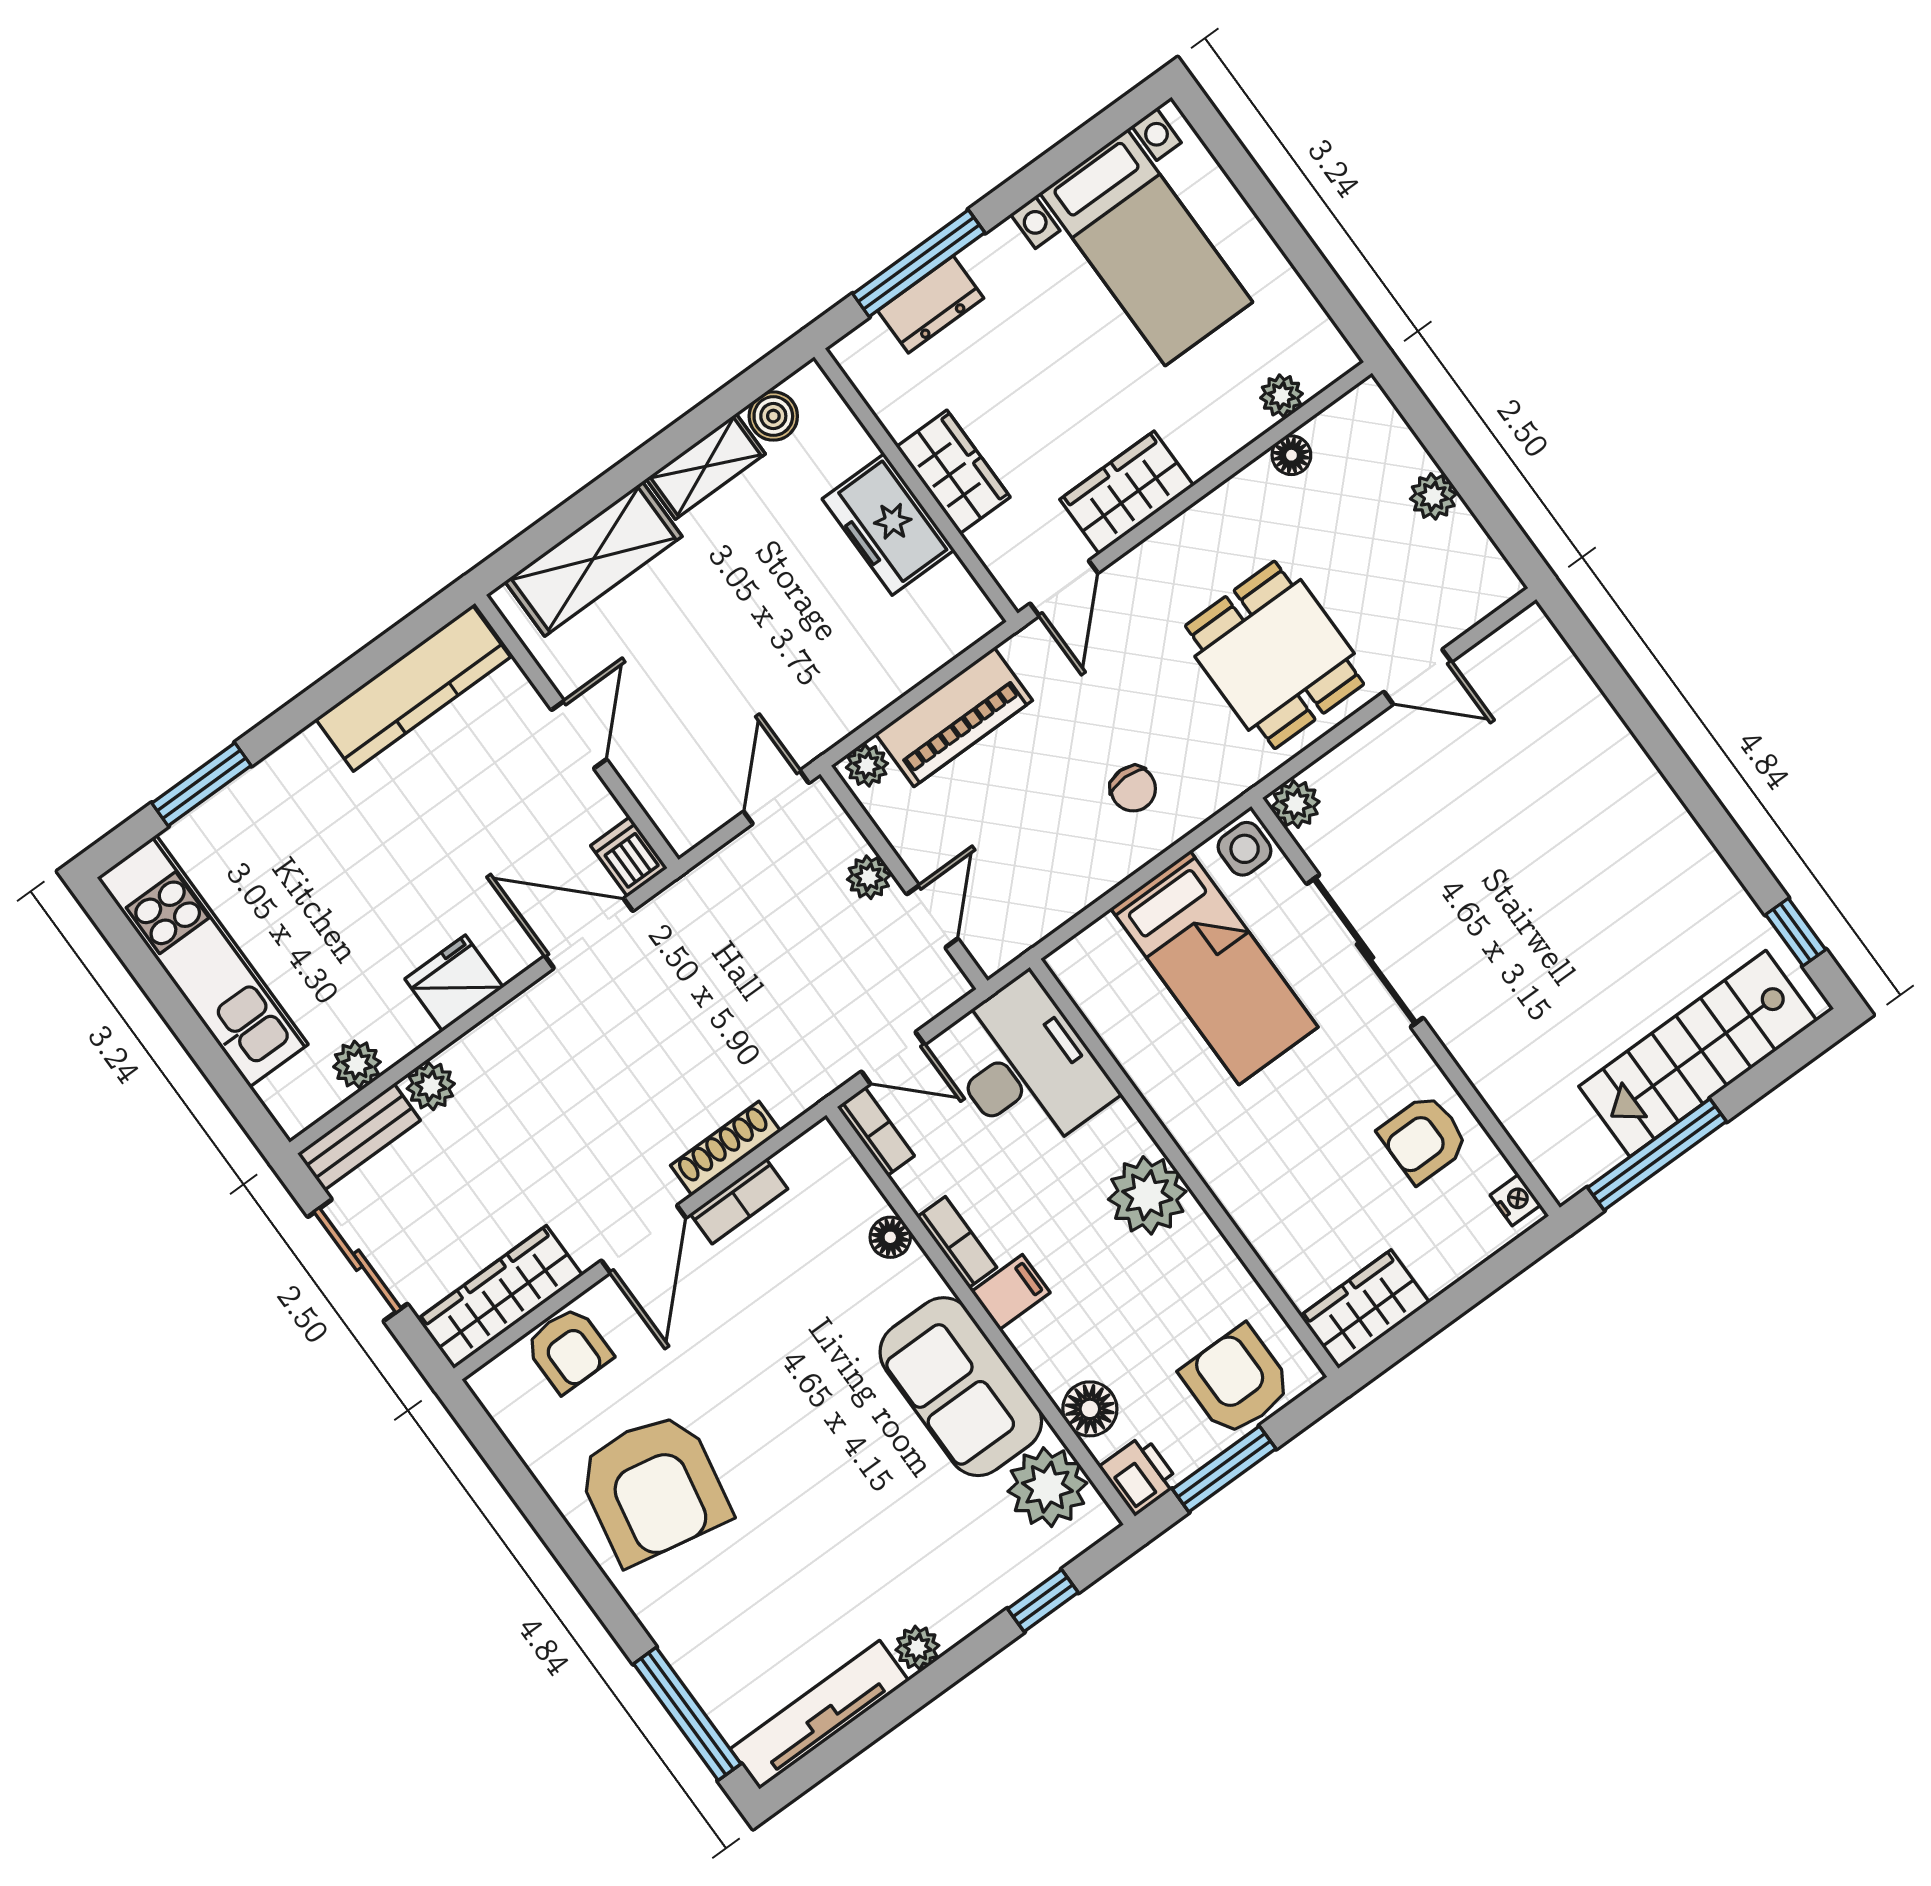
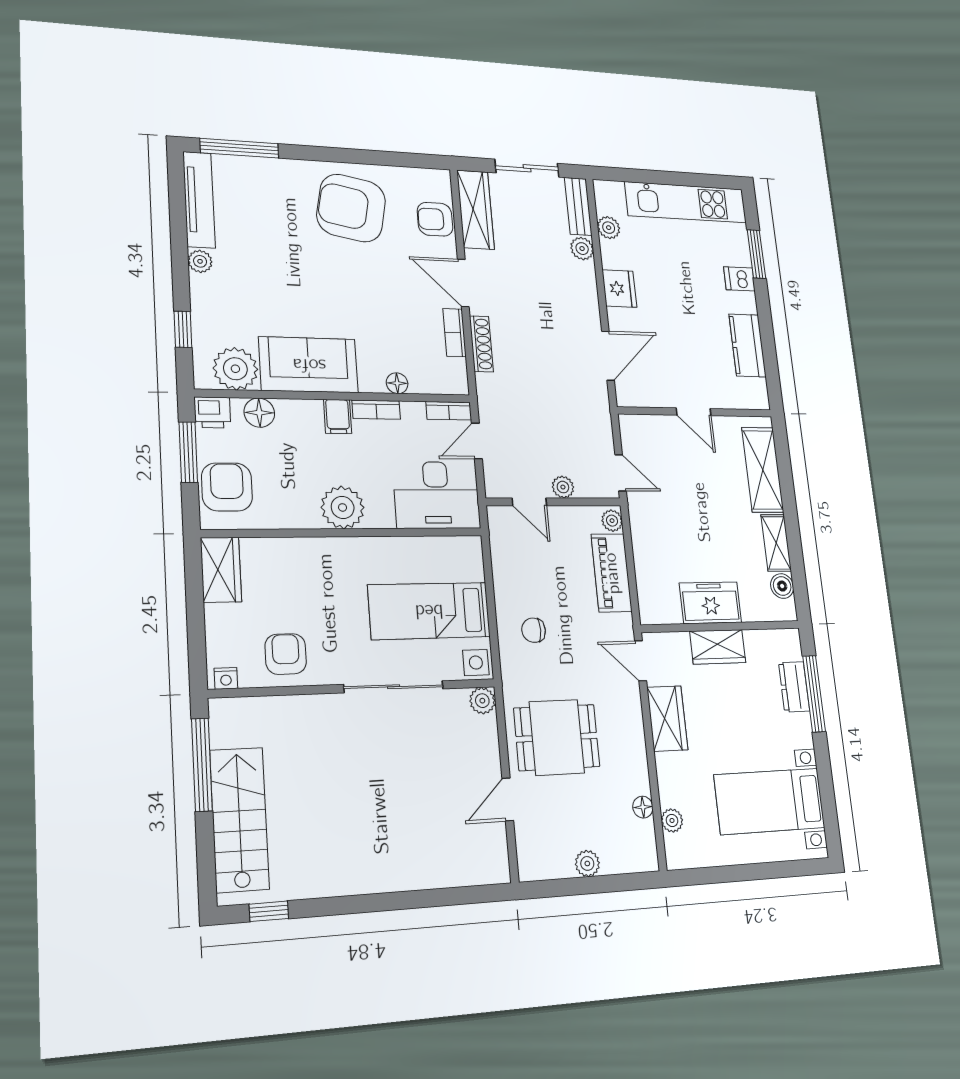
kitchen counter: (413, 688) -> (748, 345), width x0.67
dishwasher: (629, 857) -> (739, 279), moved, turned 180
armchair: (1237, 1381) -> (227, 487), turned -90

